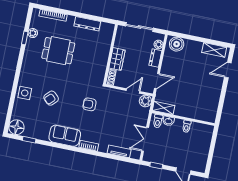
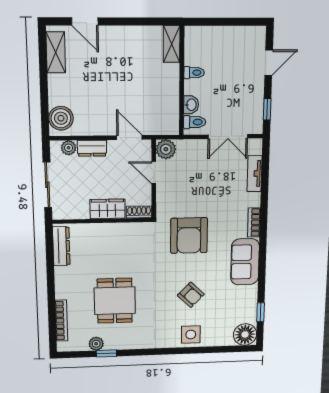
dresser: (87, 24) -> (61, 246), moved
armchair: (89, 104) -> (189, 235), width x1.88, depth x1.88
shelving: (164, 108) -> (172, 44), moved

